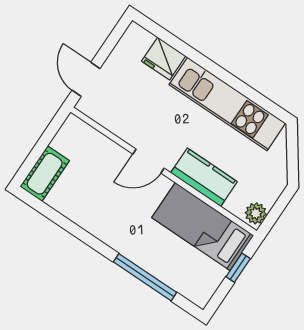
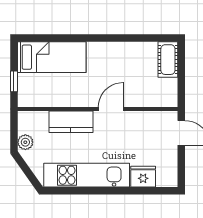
plant: (256, 213) -> (25, 142), moved
bed: (203, 227) -> (52, 57), moved
window: (145, 277) -> (66, 38), removed

